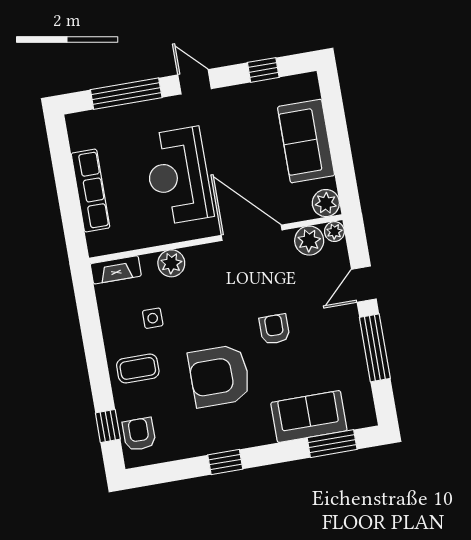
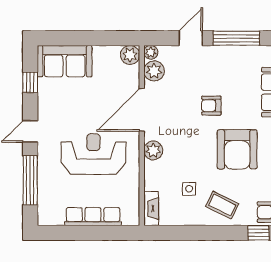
sofa: (306, 141) -> (65, 61), moved
reception desk: (178, 176) -> (93, 154), turned 180
plant: (171, 263) -> (153, 150), moved
door: (364, 284) -> (191, 38), swing flipped
coffee table: (138, 368) -> (222, 205), turned -64

